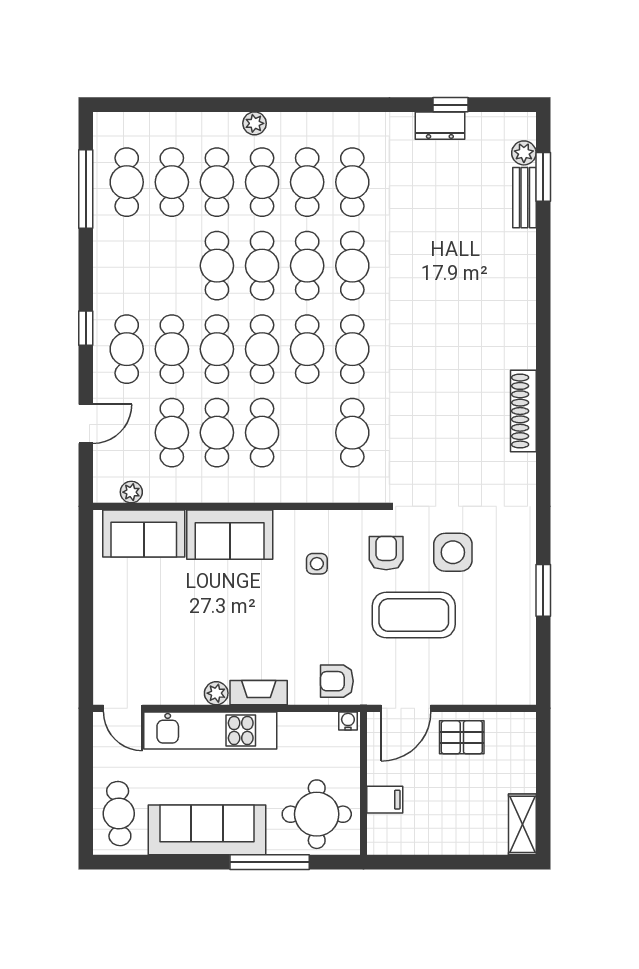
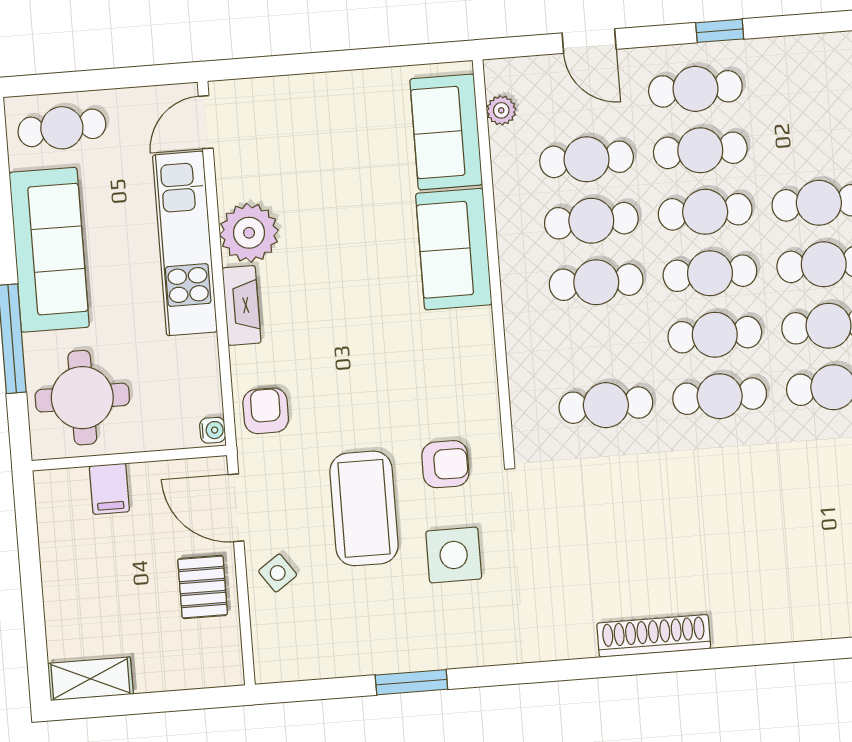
side table: (317, 564) -> (278, 573), moved, turned -35
plant: (216, 693) -> (249, 233), width x1.87, depth x1.87

